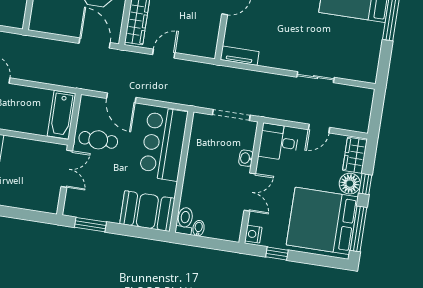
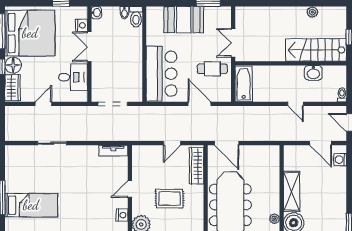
desk: (279, 142) -> (73, 77), moved
washbasin: (246, 158) -> (96, 13), moved
booth: (147, 211) -> (184, 20), moved
nightstand: (253, 234) -> (81, 25), moved

